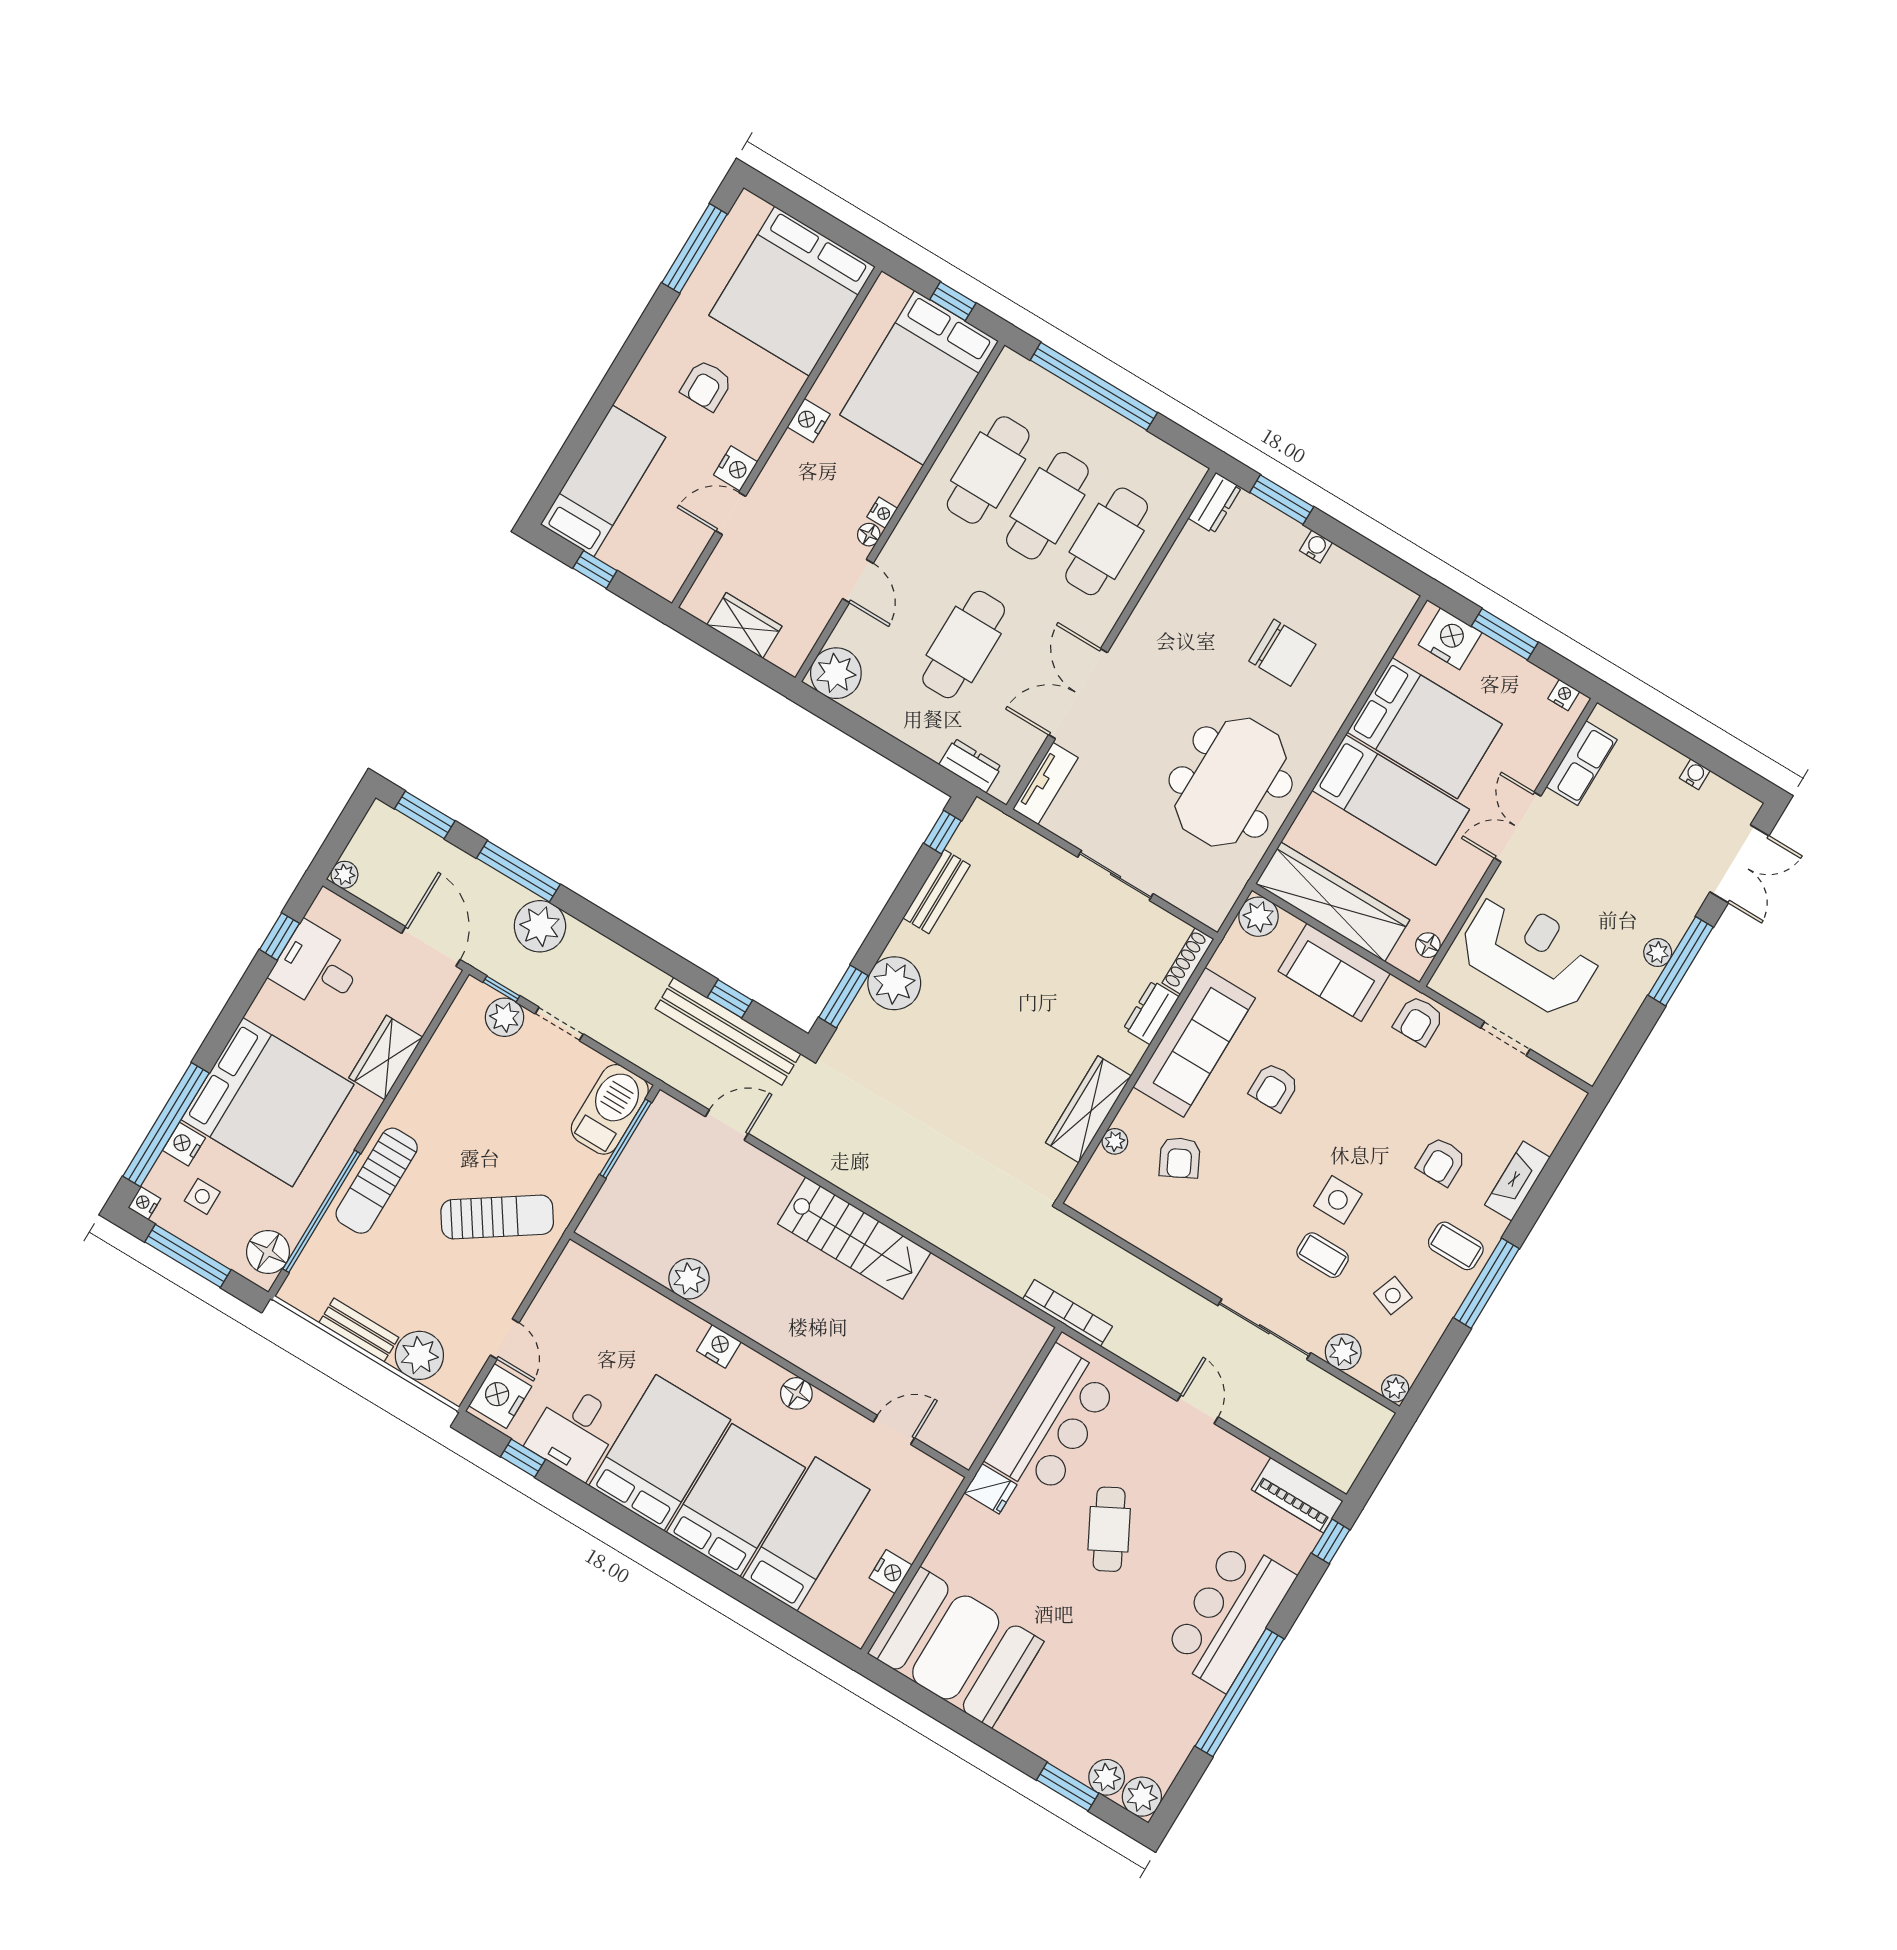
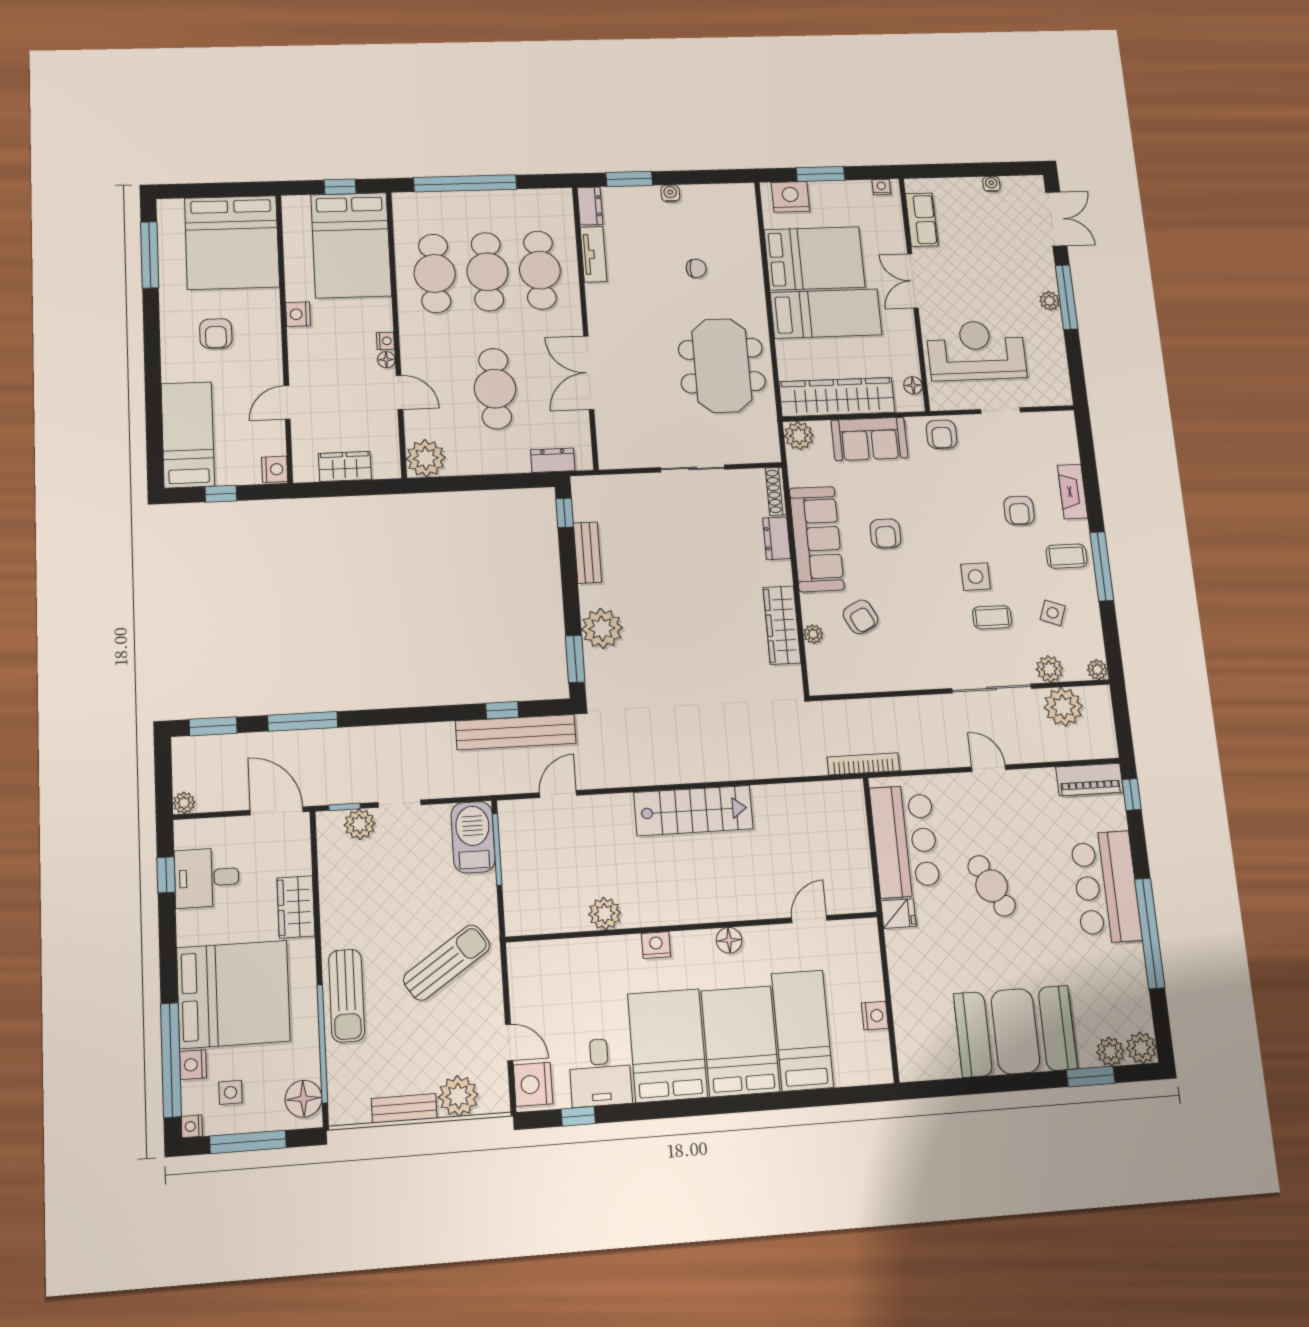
nightstand: (736, 468) -> (275, 469), moved
chair: (1282, 653) -> (696, 268), width x0.54, depth x0.54
tv unit: (1045, 783) -> (594, 254), moved
plant: (540, 926) -> (1063, 707), moved
booth: (956, 1647) -> (1015, 1031), moved

